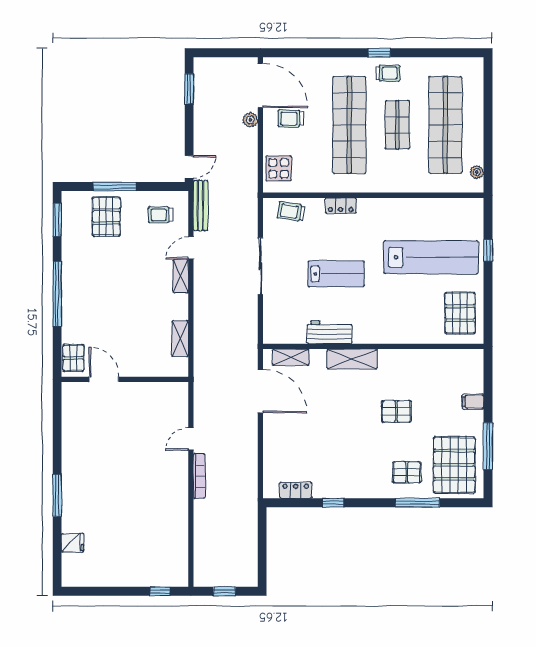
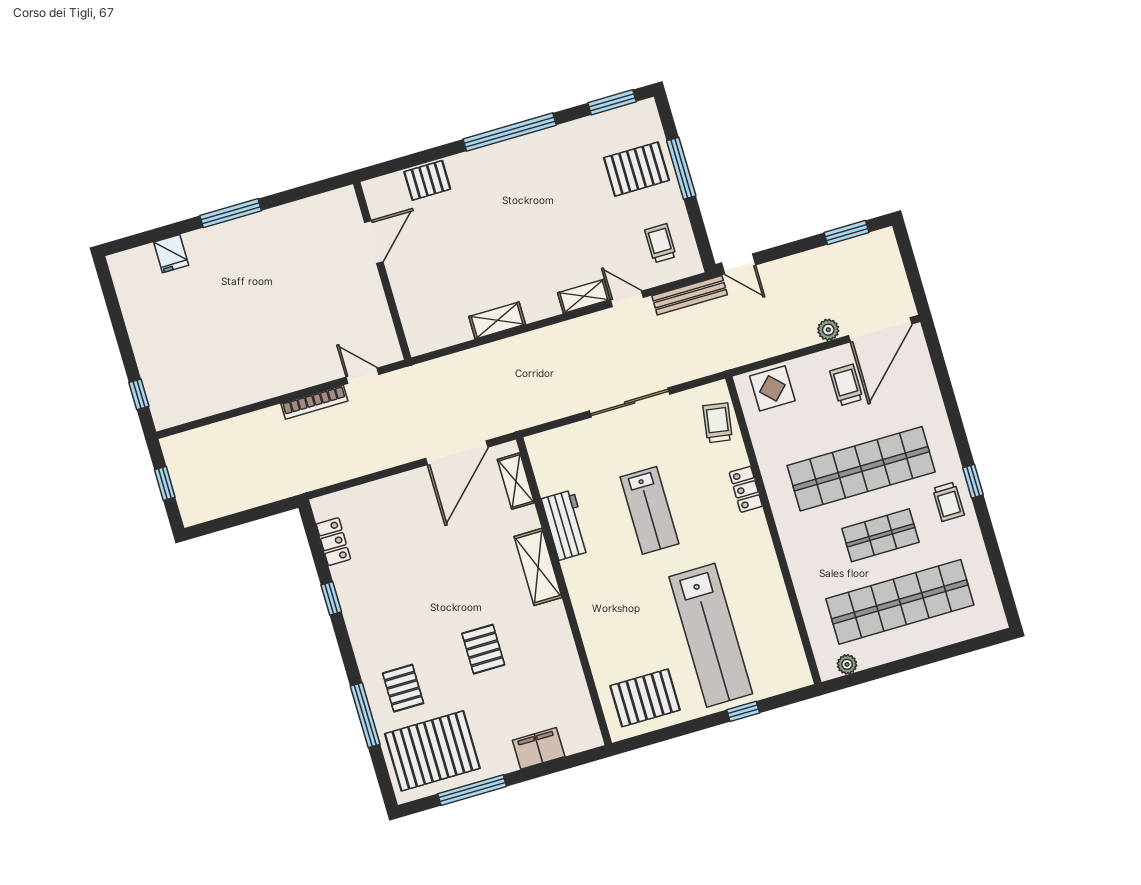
door: (104, 379) -> (374, 242), moved
wall: (125, 379) -> (382, 271), moved
filing cabinet: (473, 402) -> (539, 748), width x2.00

